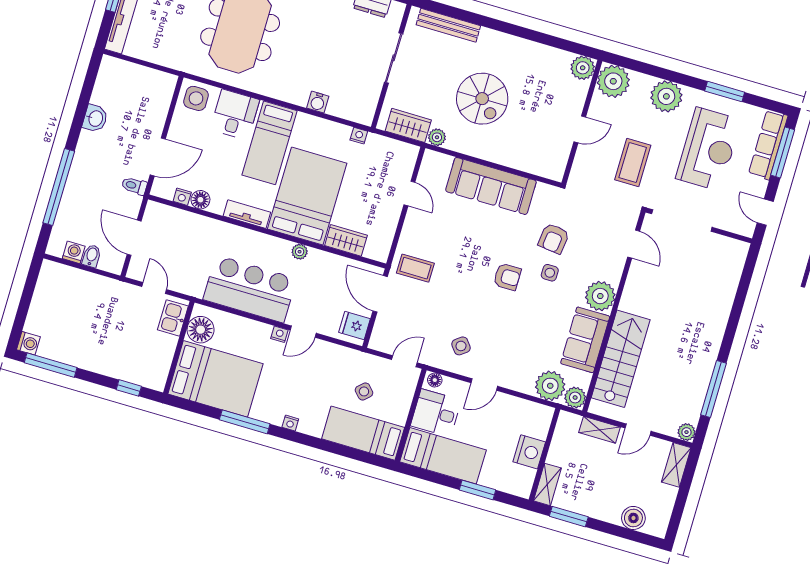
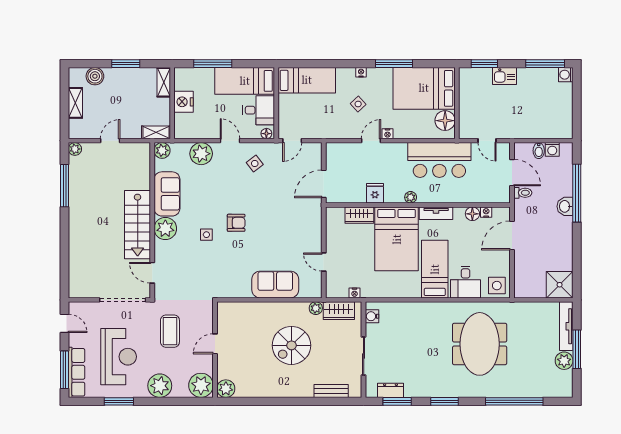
bench: (448, 25) -> (331, 391), width x0.73
shower: (115, 76) -> (560, 285), added
spiral stairs: (482, 99) -> (291, 345), turned -90
water cooler: (318, 102) -> (372, 316), moved, turned -90
washbasin: (95, 118) -> (565, 206), moved
nightstand: (359, 136) -> (355, 293), moved
reception desk: (708, 149) -> (119, 357), turned 180
toilet: (134, 186) -> (523, 193), moved
sofa: (491, 186) -> (275, 285), width x0.73
armchair: (554, 238) -> (211, 260), removed
plant: (300, 252) -> (411, 197), moved
coffee table: (415, 268) -> (304, 210), removed
armchair: (507, 277) -> (236, 223), turned 180
bar counter: (250, 289) -> (439, 160), moved
door: (380, 294) -> (324, 184), swing flipped
kitchen sink: (173, 318) -> (505, 76), moved, turned 90
fridge: (354, 326) -> (375, 193), moved, turned -90
stairs: (621, 359) -> (138, 225), moved
door: (484, 385) -> (230, 141), hinge flipped
plant: (550, 386) -> (201, 154), moved
window: (129, 388) -> (484, 64), width x1.50
side table: (364, 391) -> (358, 104), moved
shelving: (599, 430) -> (156, 132), moved
shelving: (676, 465) -> (75, 103), moved
window: (477, 490) -> (213, 64), width x1.44
window: (569, 517) -> (126, 64), moved

